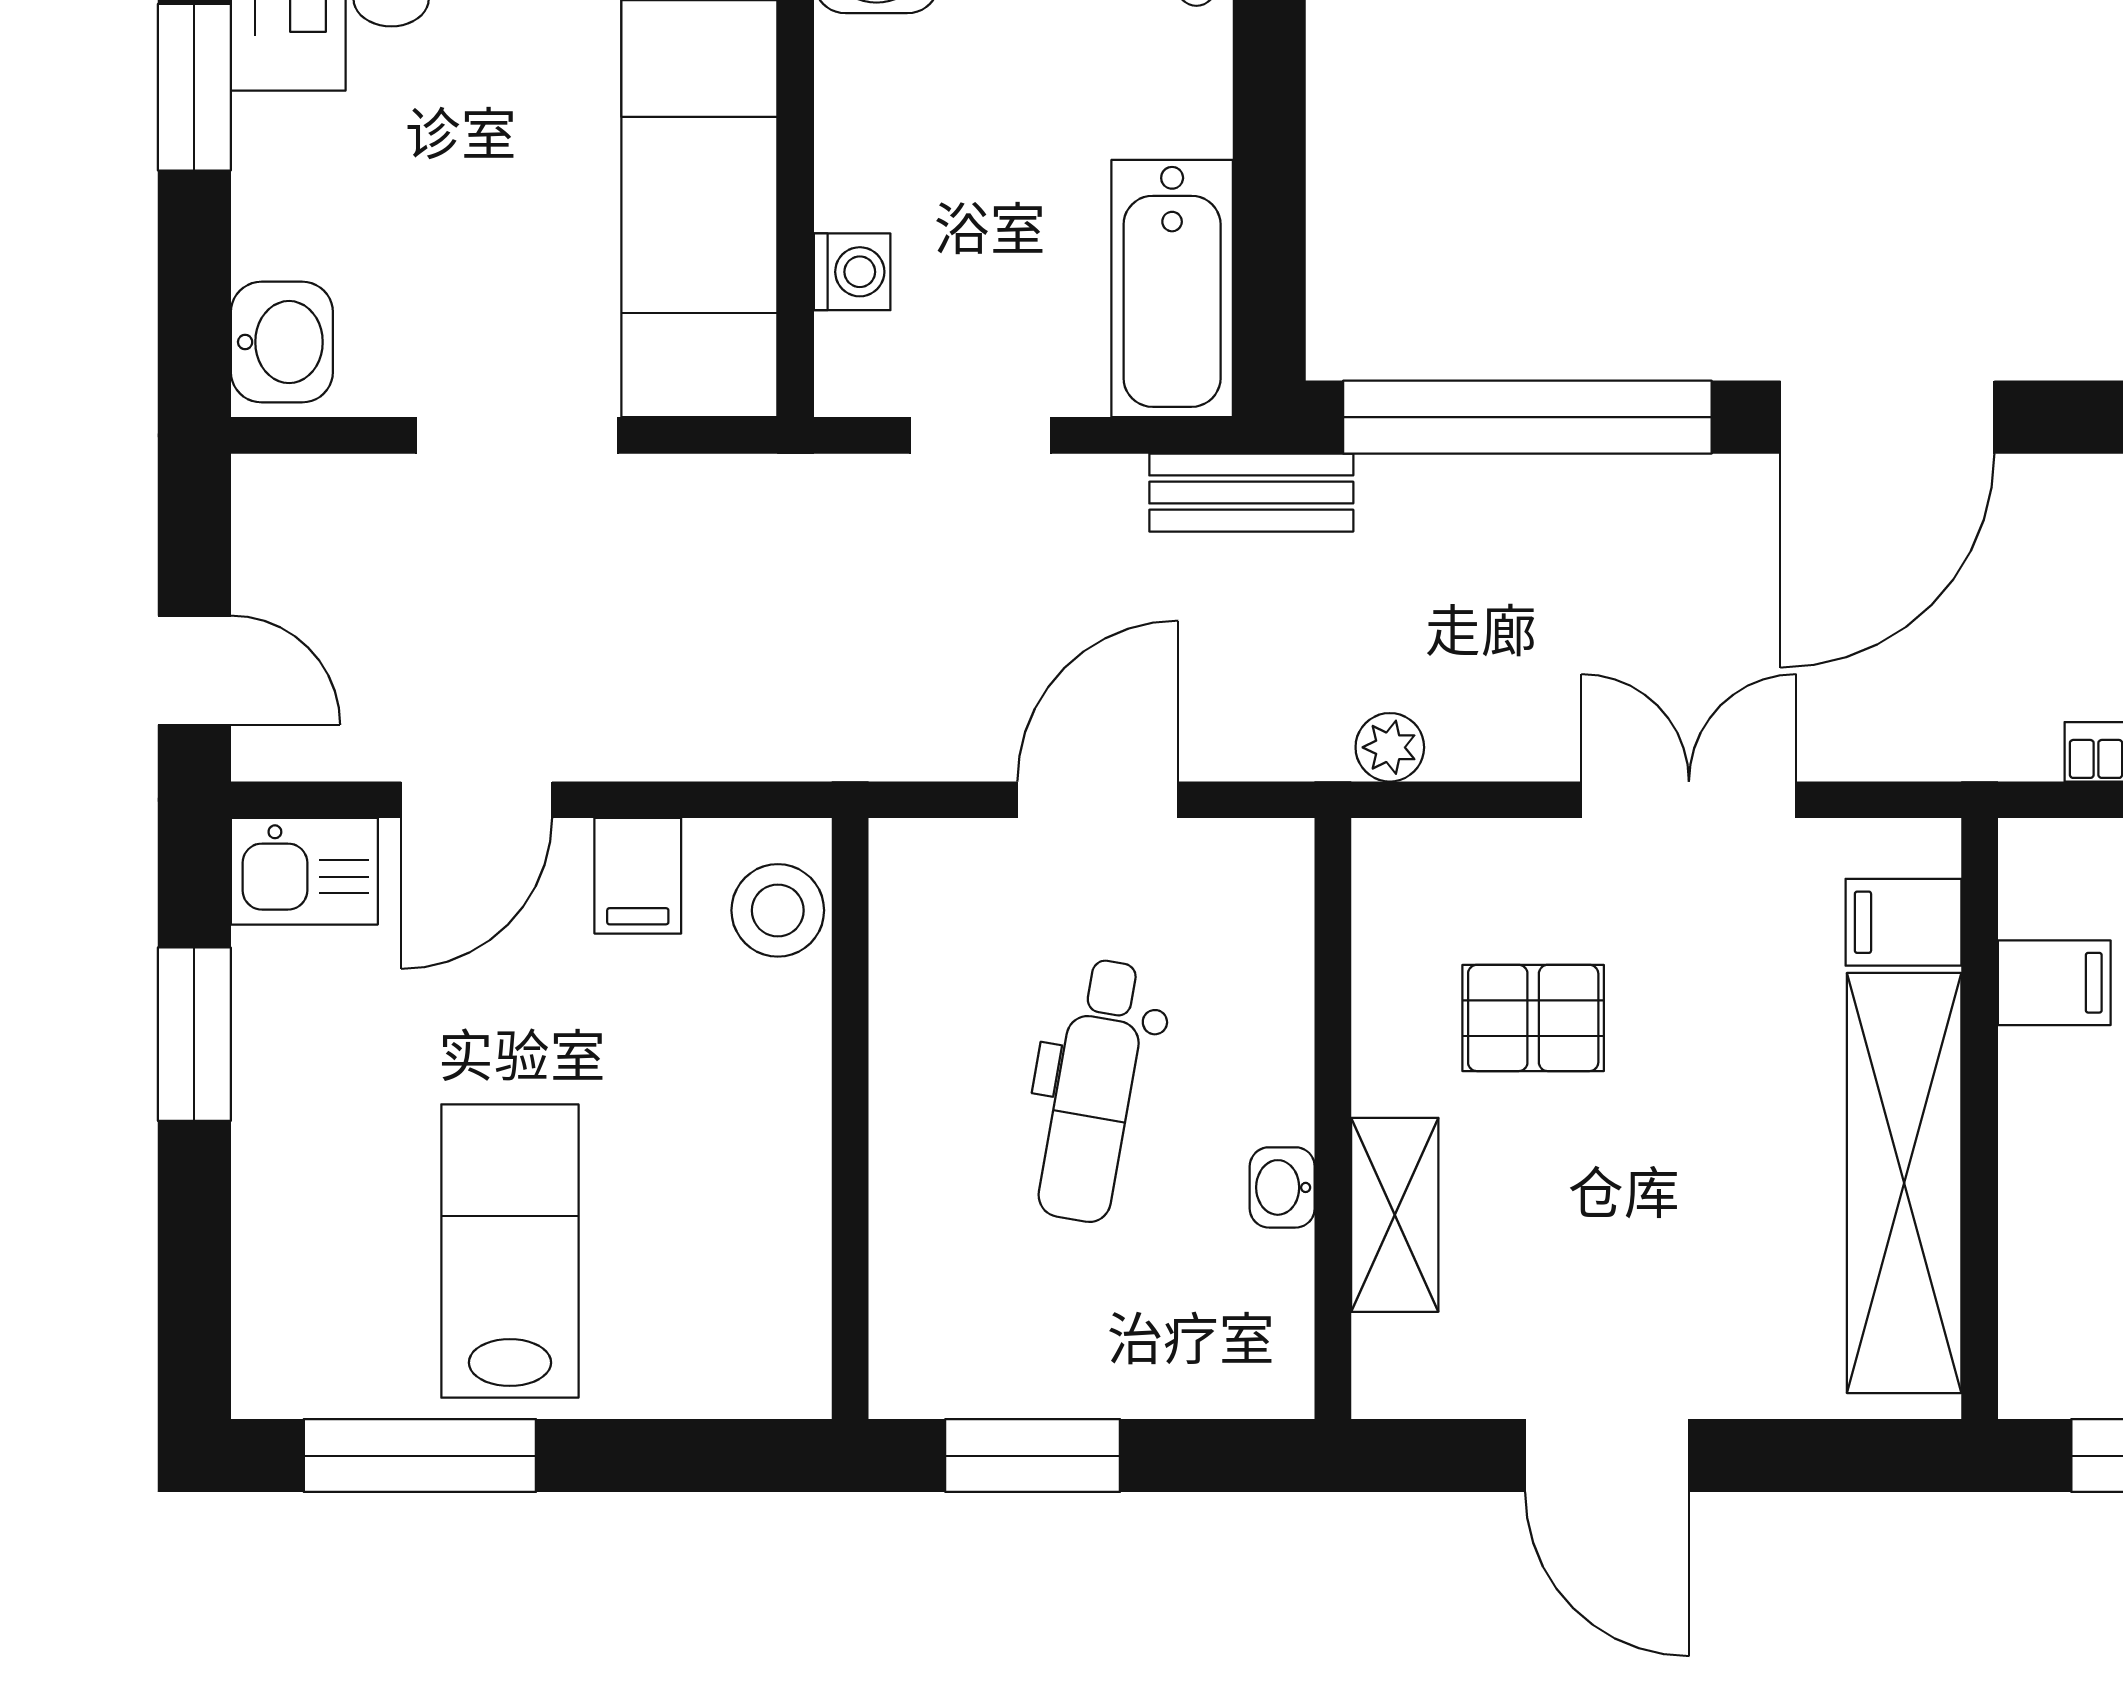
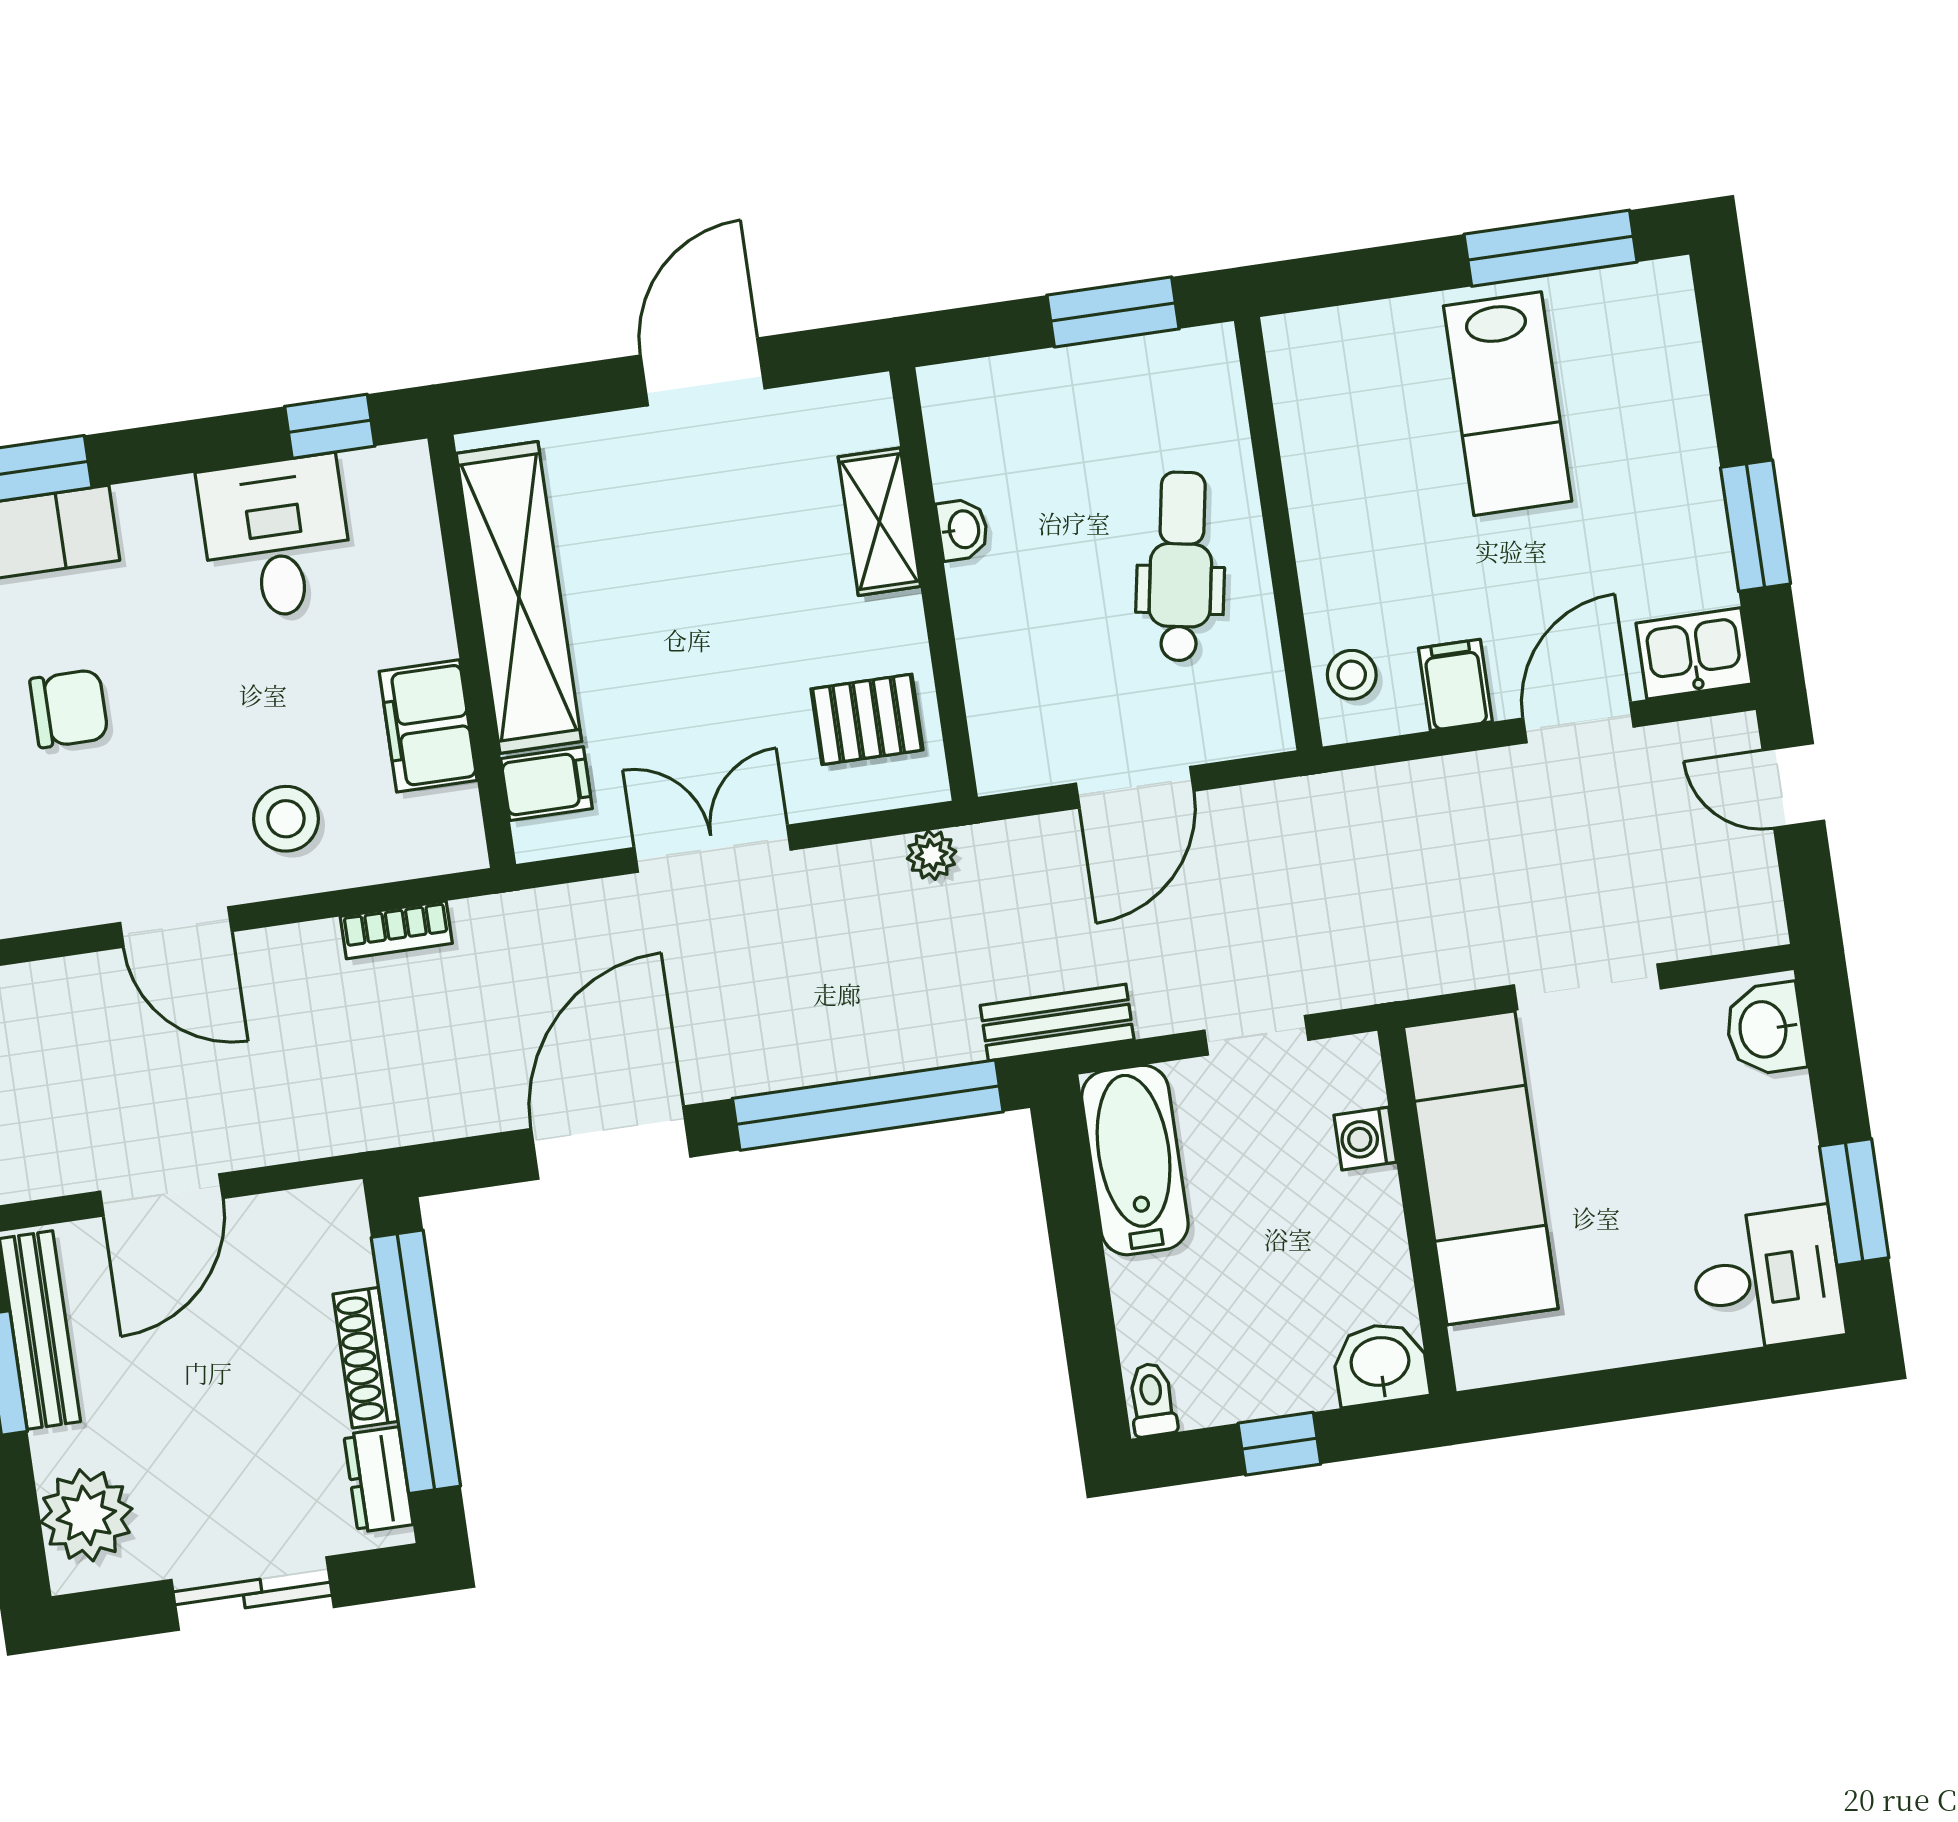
double door: (1689, 800) -> (713, 849), swing flipped
stool: (778, 910) -> (1352, 675), width x0.73, depth x0.73
filing cabinet: (2054, 983) -> (428, 726), width x2.00
pallet: (1533, 1018) -> (867, 719), moved
dental chair: (1094, 1091) -> (1181, 566), moved
door: (1607, 1456) -> (703, 372), hinge flipped

